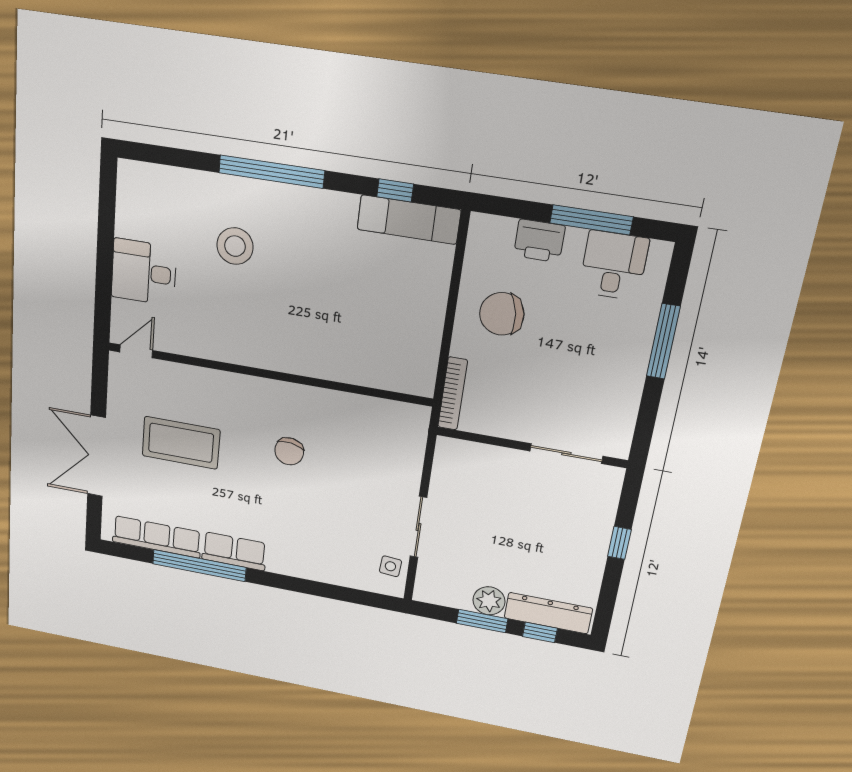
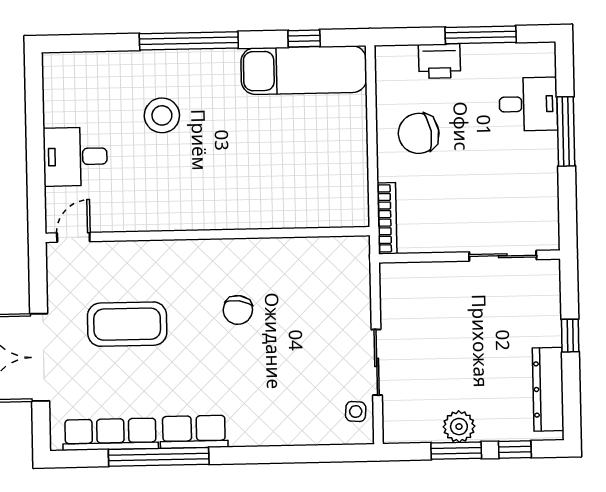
exam couch: (409, 220) -> (304, 70), width x1.36, depth x1.45
desk: (614, 265) -> (528, 104), moved, turned 90
dresser: (548, 613) -> (548, 389), moved, turned -90

